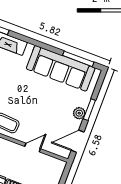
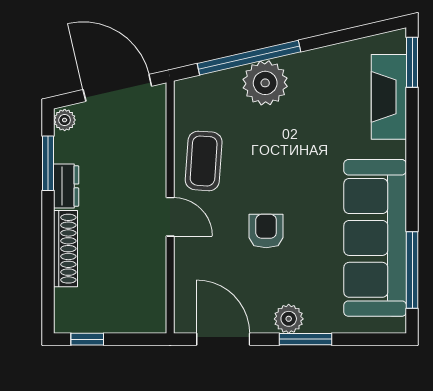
armchair: (42, 109) -> (266, 231), added
door: (33, 148) -> (170, 217), moved

